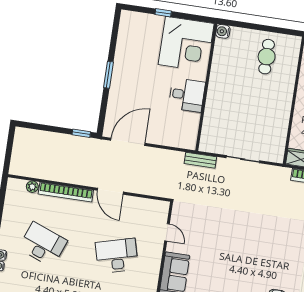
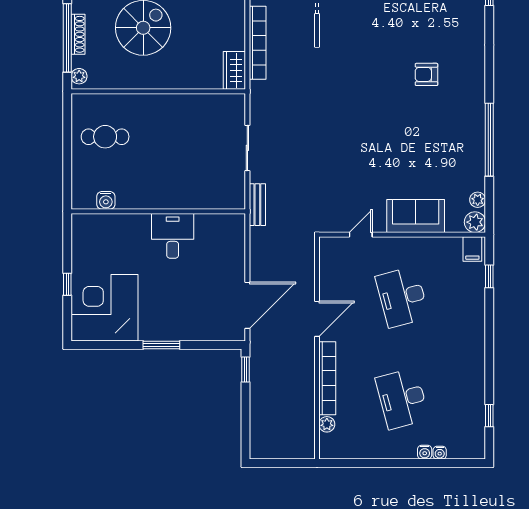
water cooler: (223, 31) -> (106, 200), moved
corner desk: (186, 44) -> (105, 308), moved, turned -90
door: (128, 142) -> (247, 305), swing flipped
desk: (43, 244) -> (402, 399), turned -36

